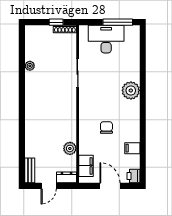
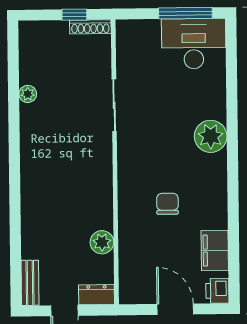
desk: (106, 39) -> (194, 44), moved
filing cabinet: (132, 148) -> (215, 250), width x2.00
filing cabinet: (86, 166) -> (131, 273), removed

